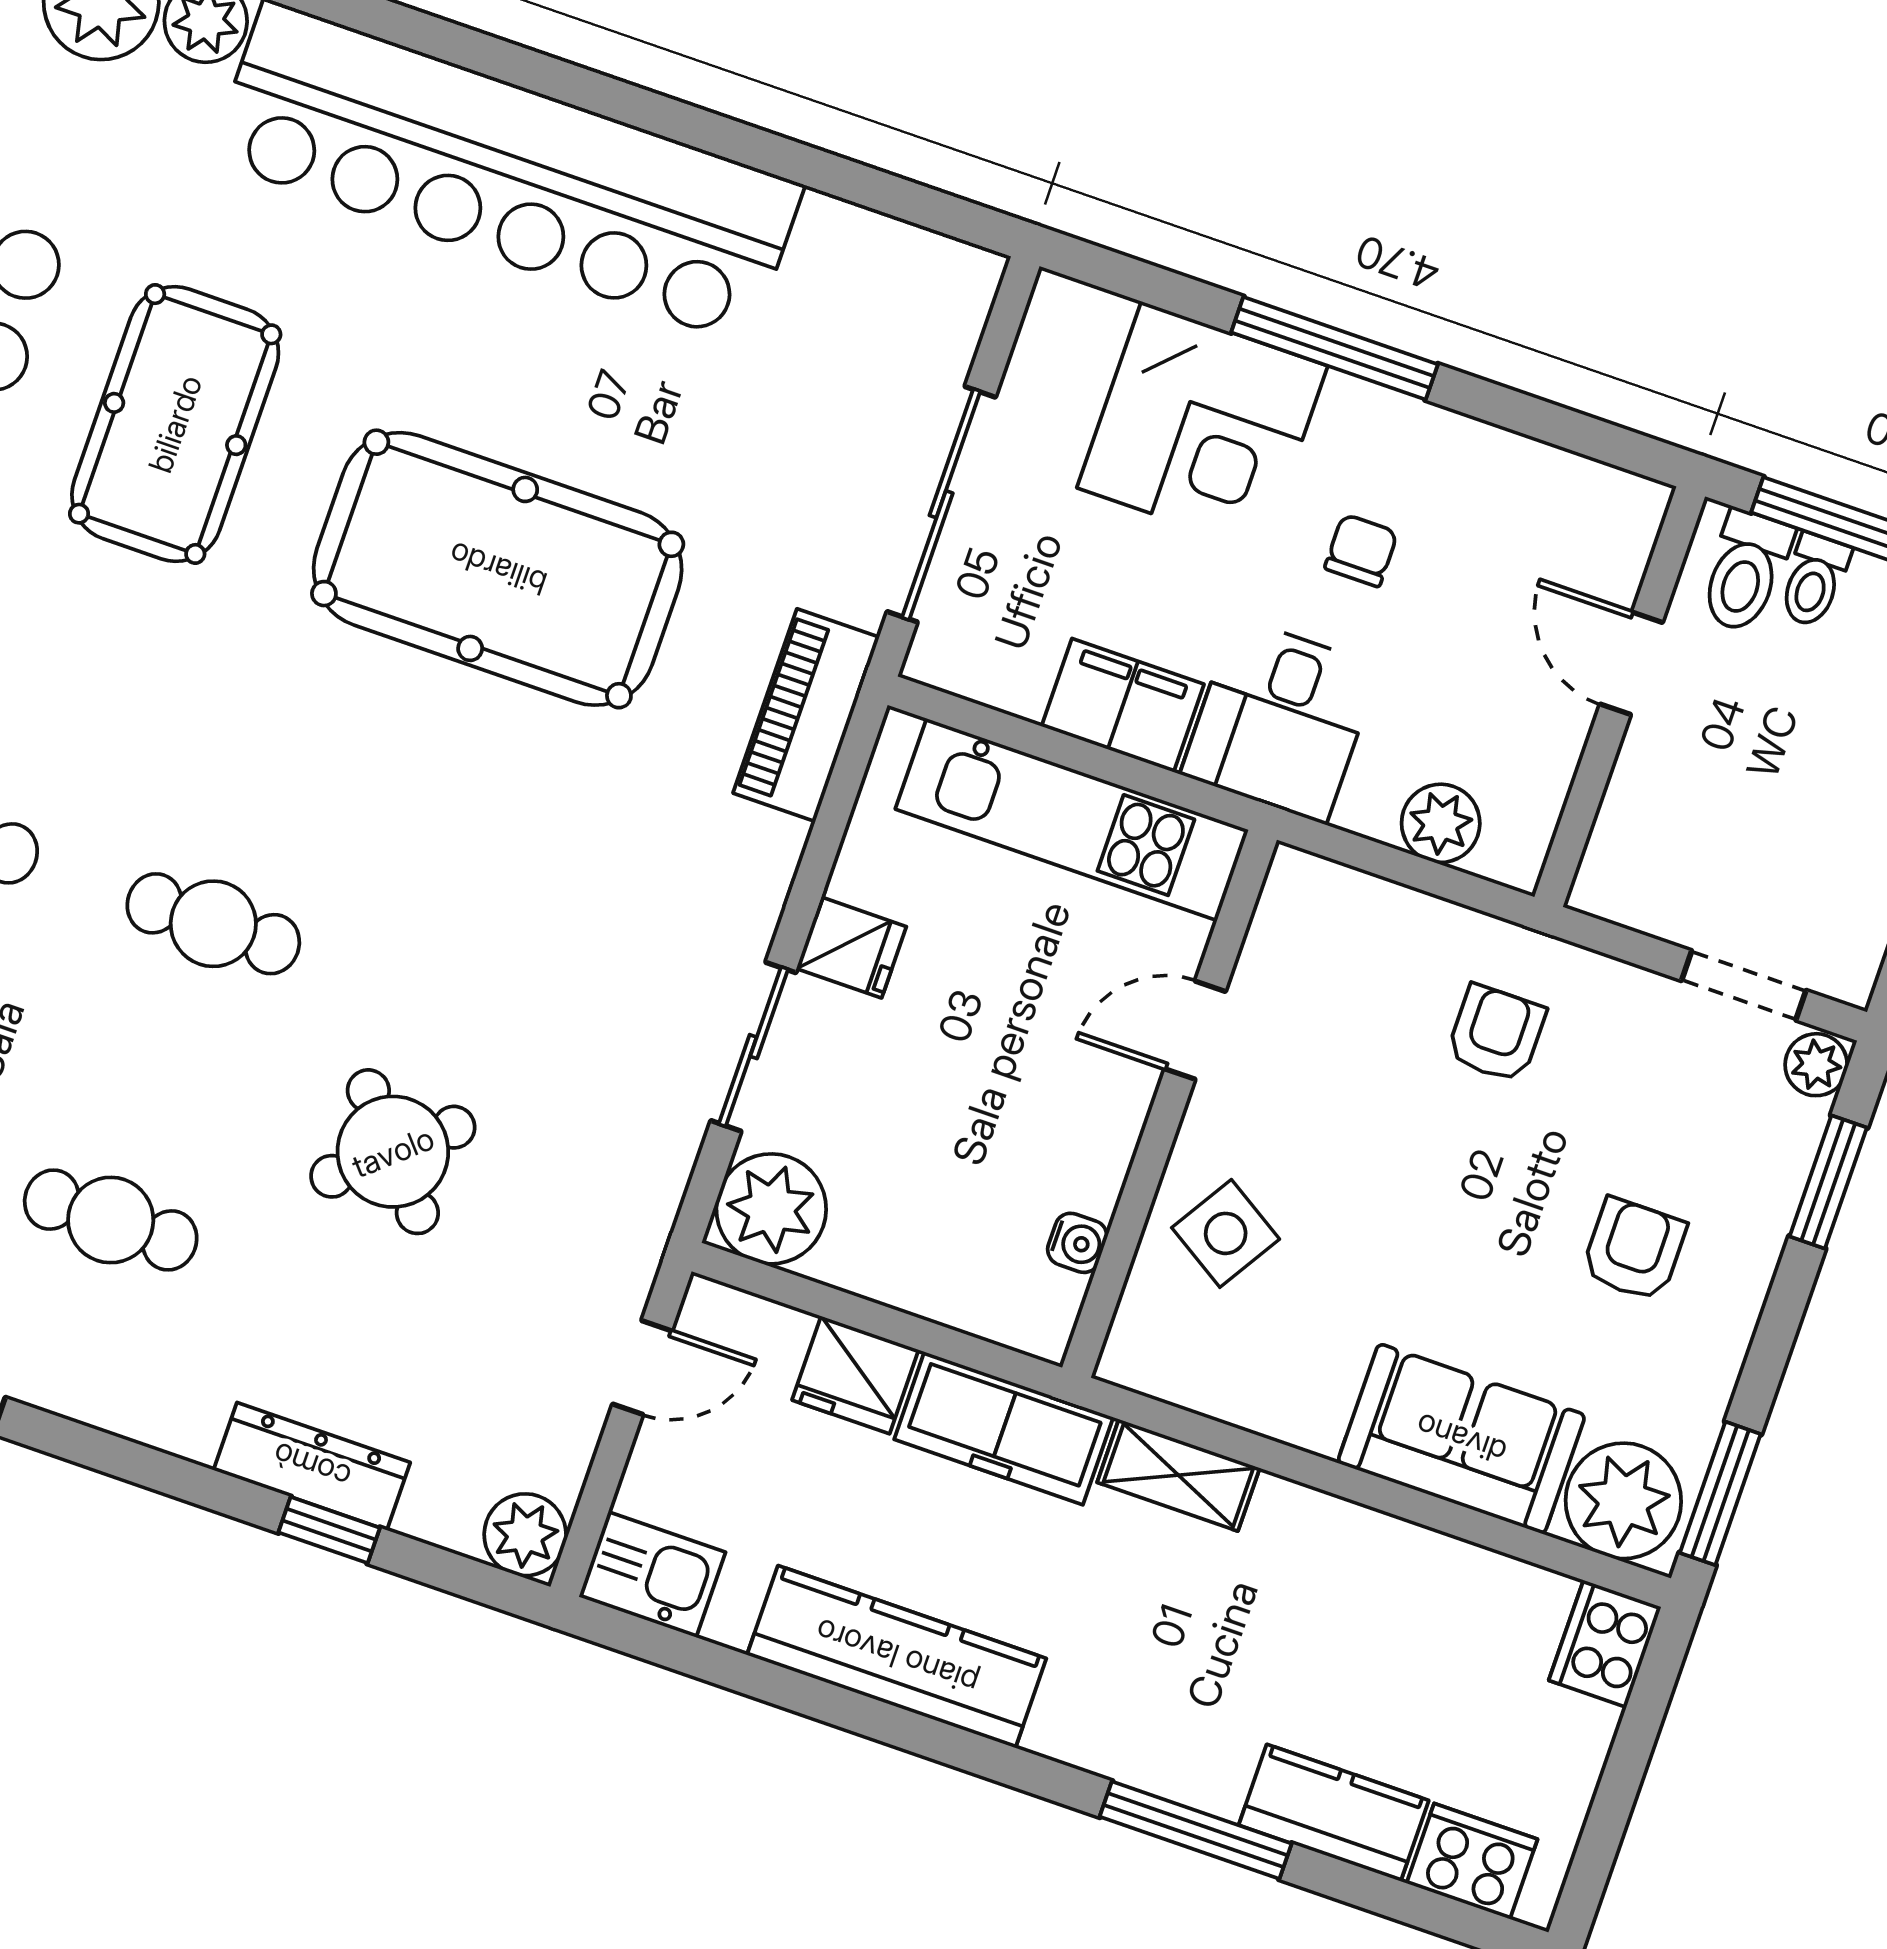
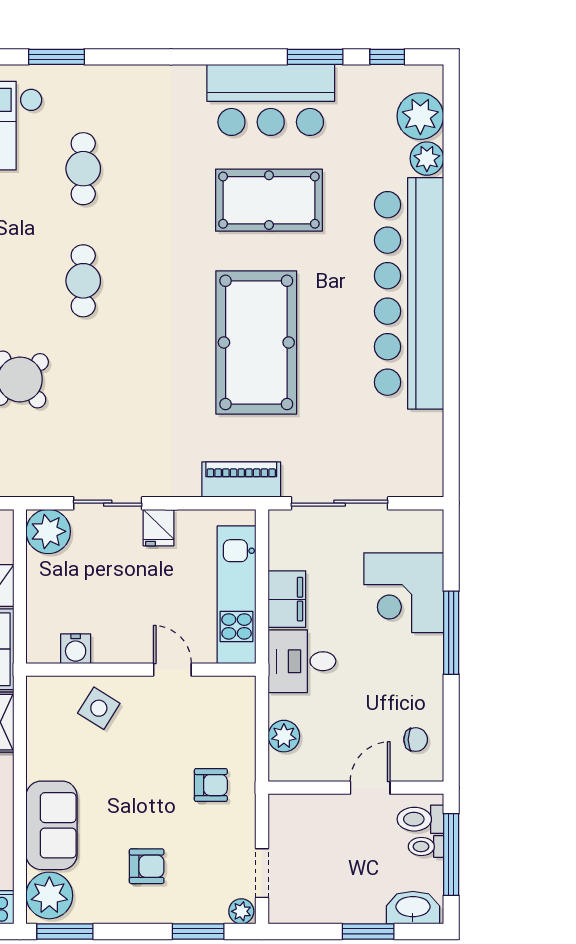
chair: (1361, 550) -> (416, 740), moved
water cooler: (1077, 1243) -> (76, 649), width x1.38, depth x1.38

